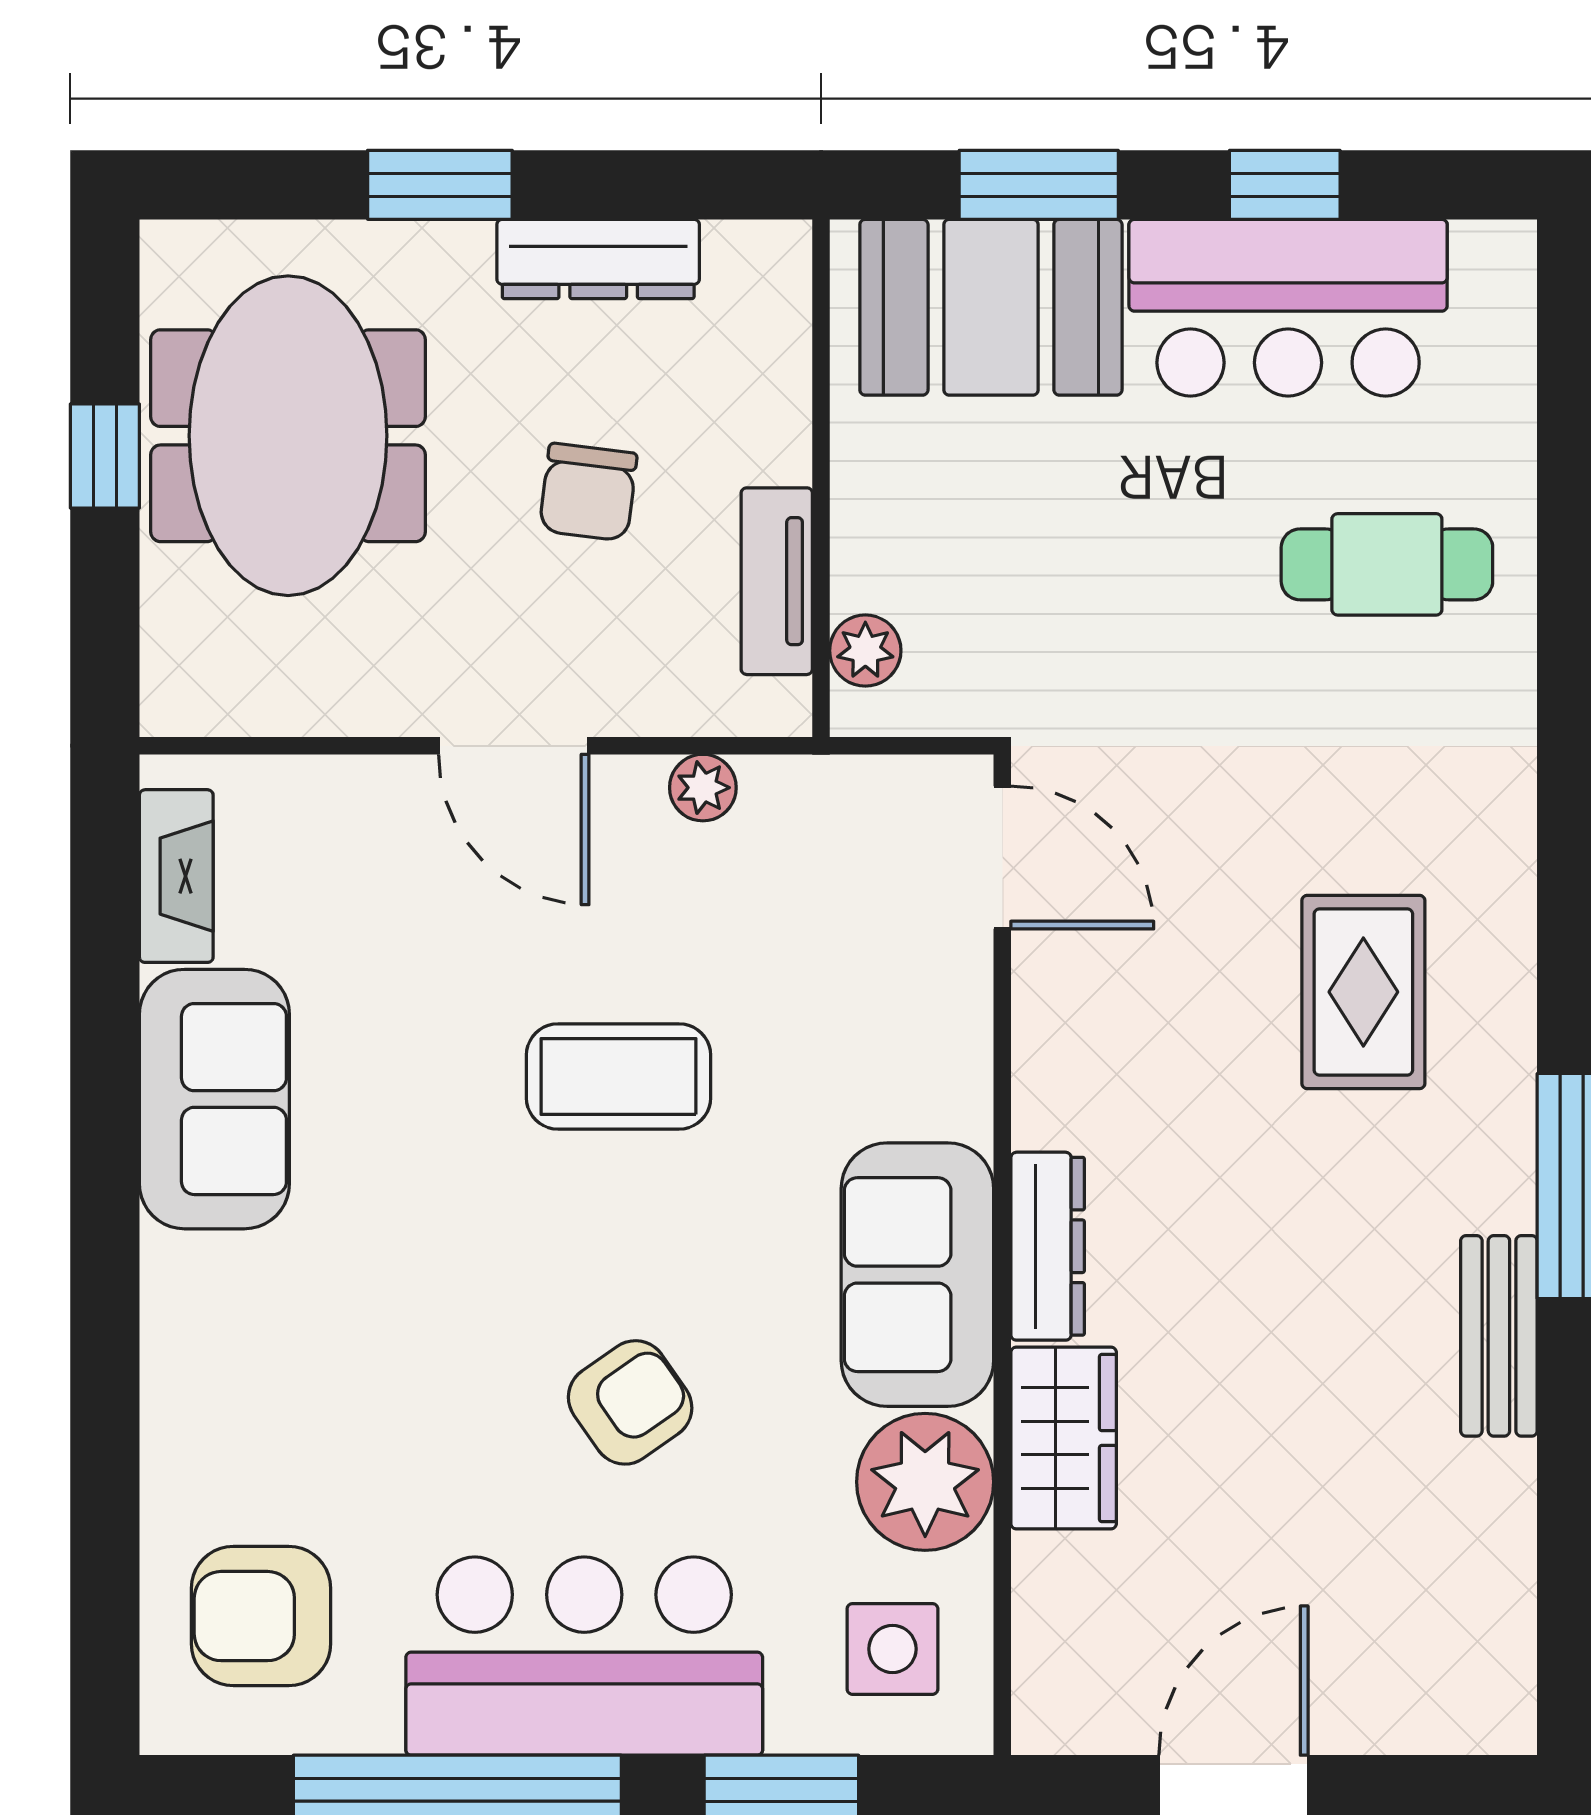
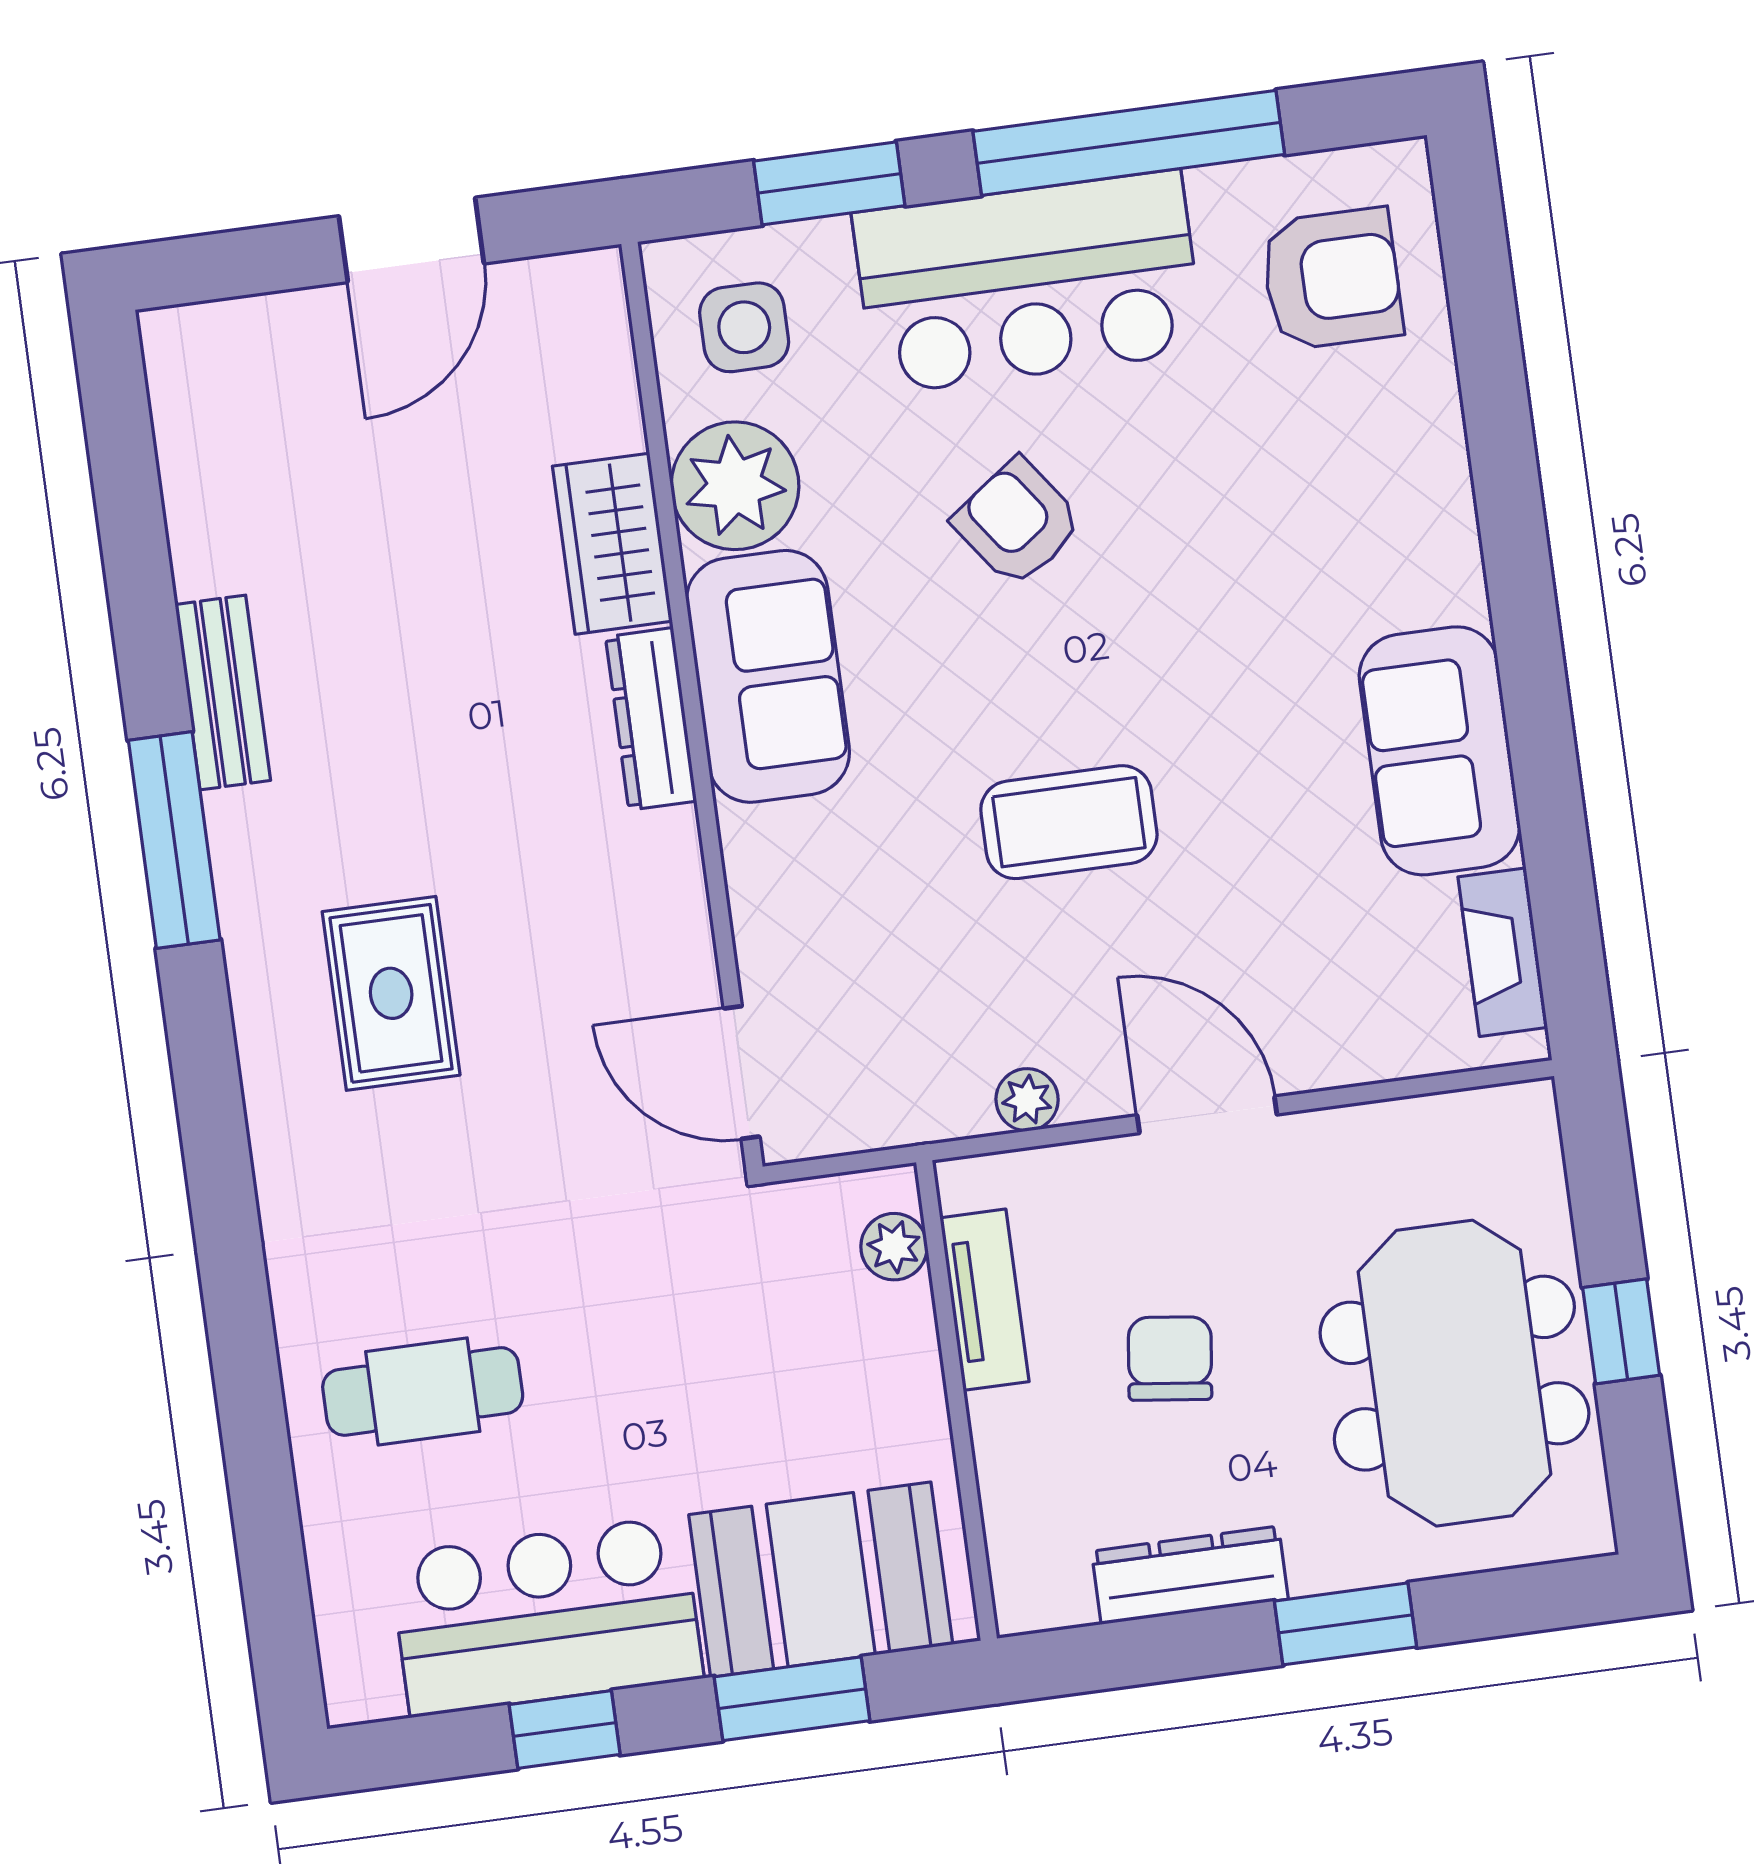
armchair: (630, 1402) -> (1017, 522), turned 89

